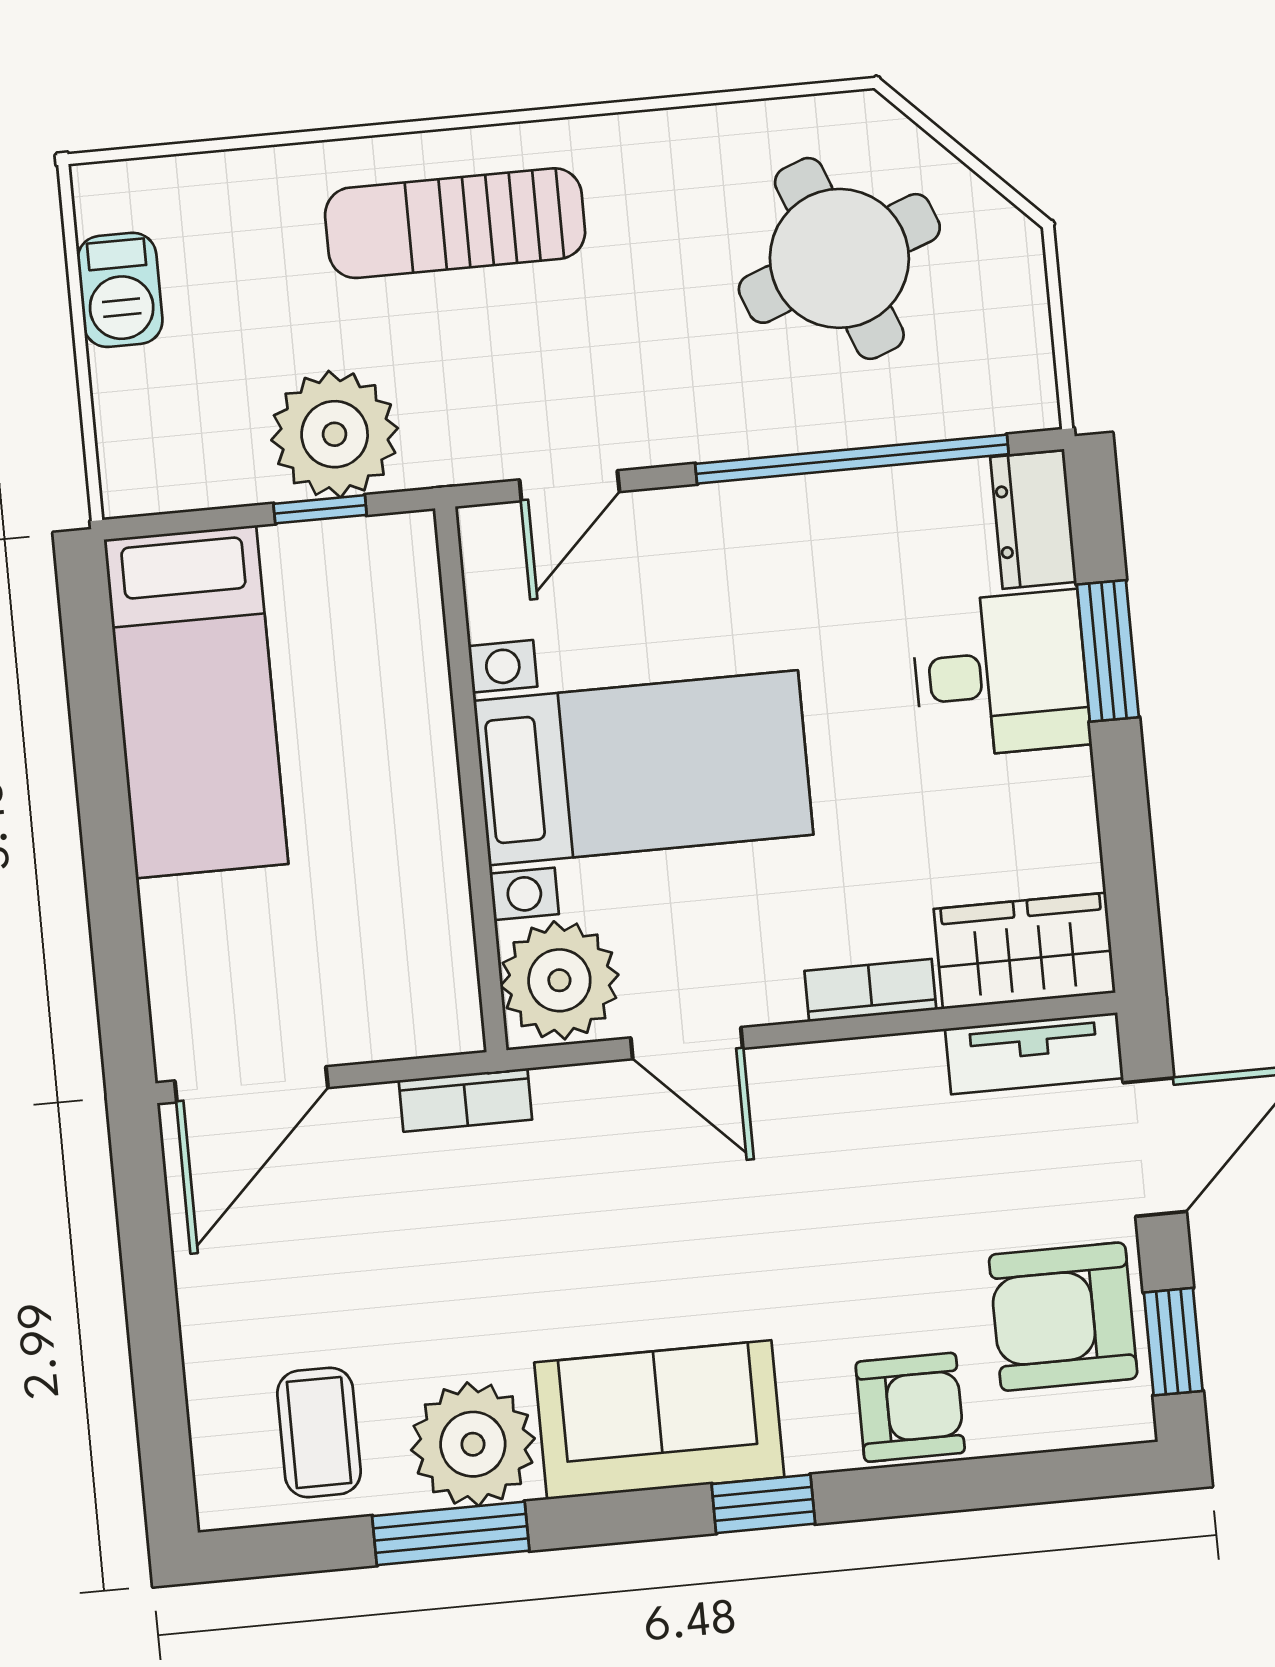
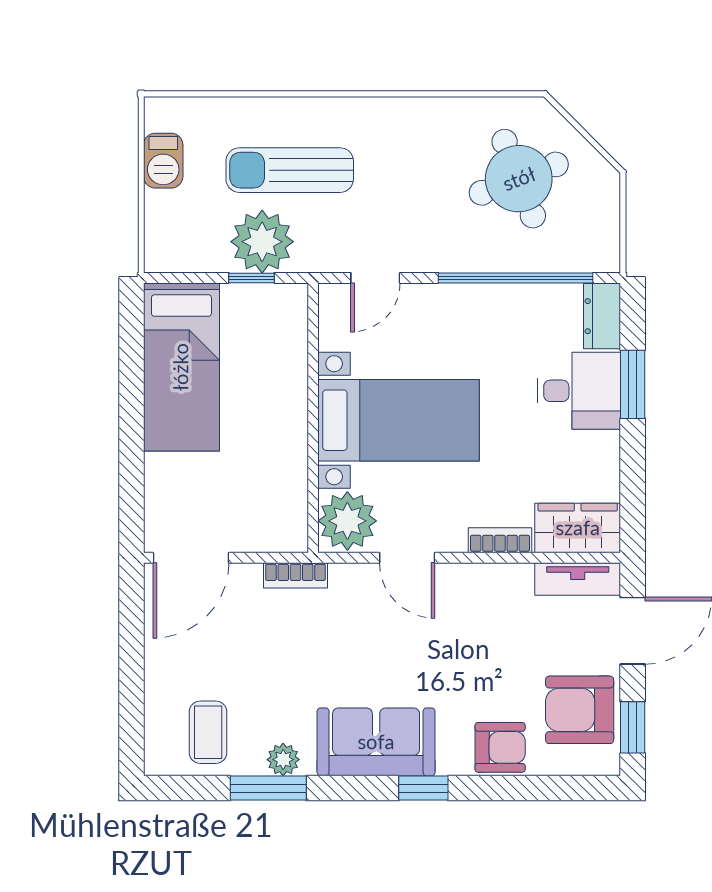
sun lounger: (455, 223) -> (290, 170), moved
plant: (473, 1444) -> (283, 760), width x0.53, depth x0.53

